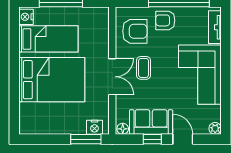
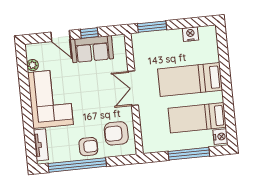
coffee table: (144, 68) -> (104, 99), removed
bed: (52, 80) -> (190, 80), width x0.67
nightstand: (94, 127) -> (190, 34), moved
plant: (215, 128) -> (33, 65), moved
floor lamp: (123, 129) -> (118, 40), removed

